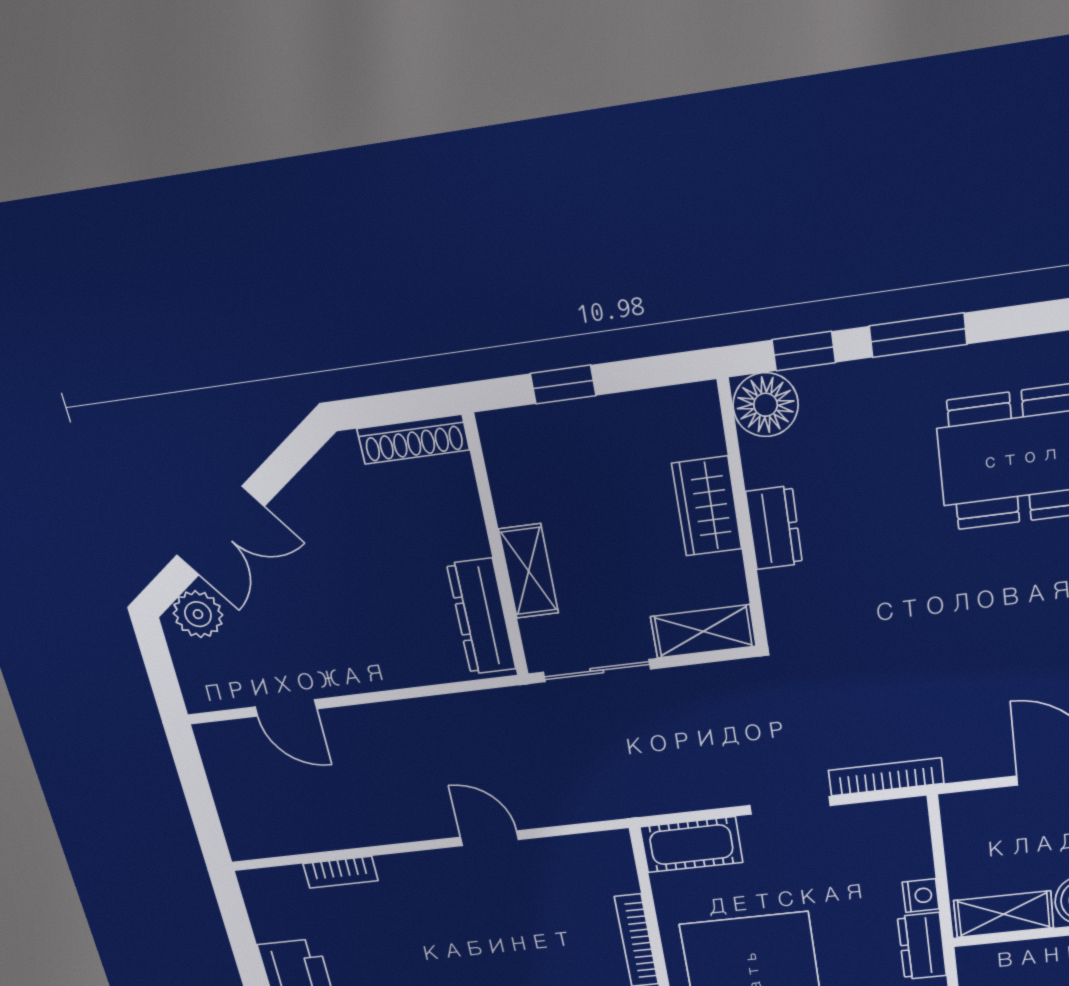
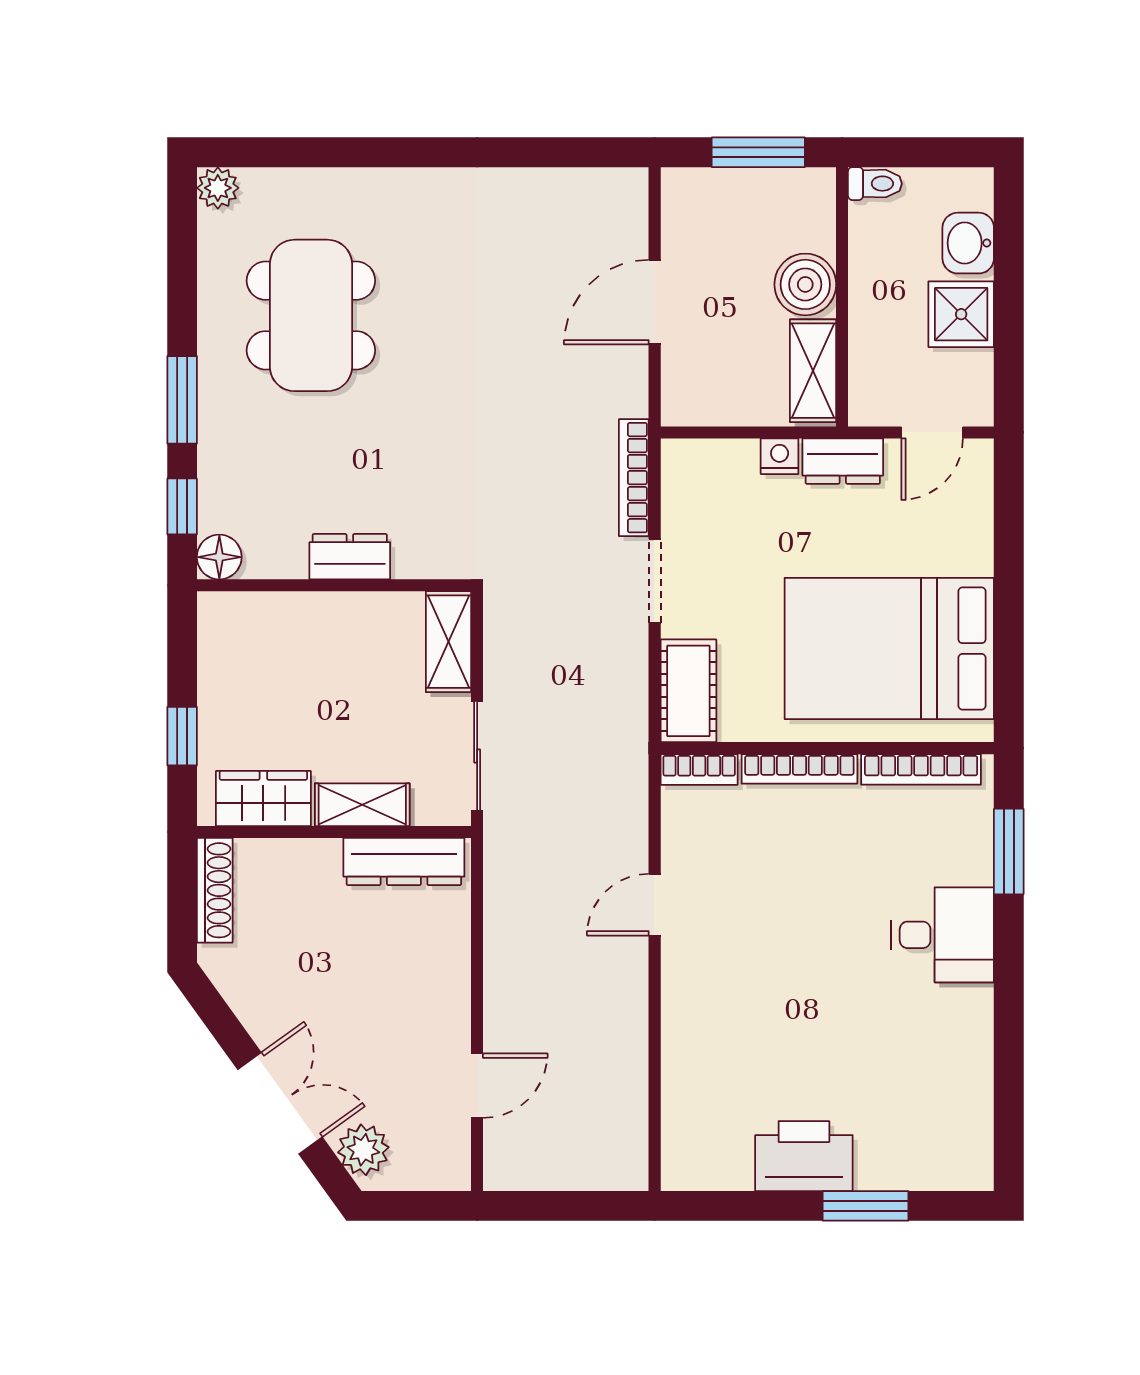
floor lamp: (766, 405) -> (219, 557), width x0.73, depth x0.73
wardrobe: (707, 506) -> (263, 799), moved, turned 180
bookcase: (341, 872) -> (699, 769), moved, turned 90

